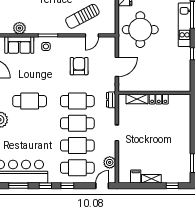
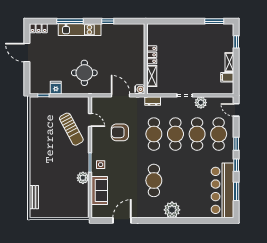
plant: (19, 28) -> (83, 178), moved
round table: (140, 30) -> (84, 73), width x0.73, depth x0.73
water cooler: (123, 87) -> (140, 89), added
plant: (110, 162) -> (201, 103), moved

